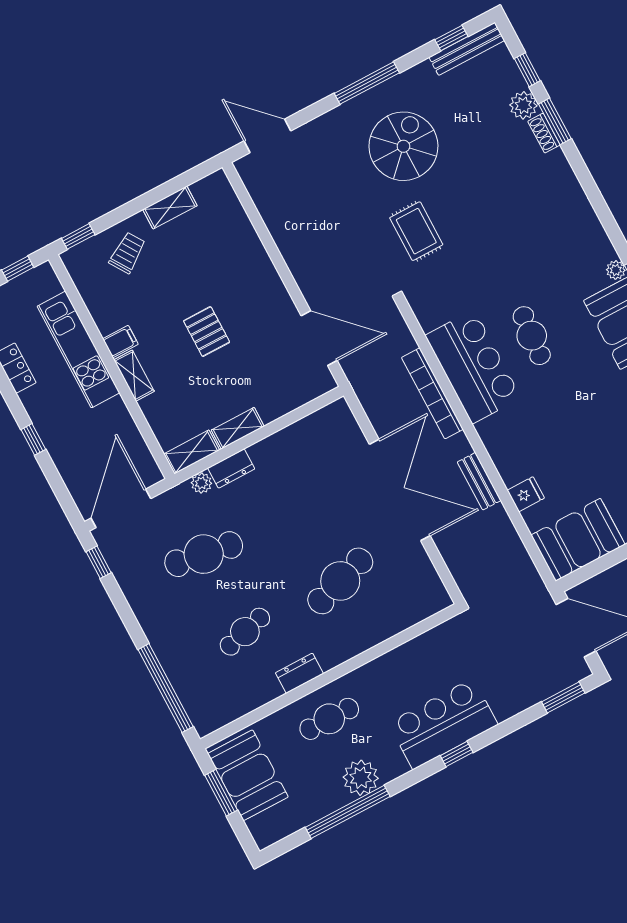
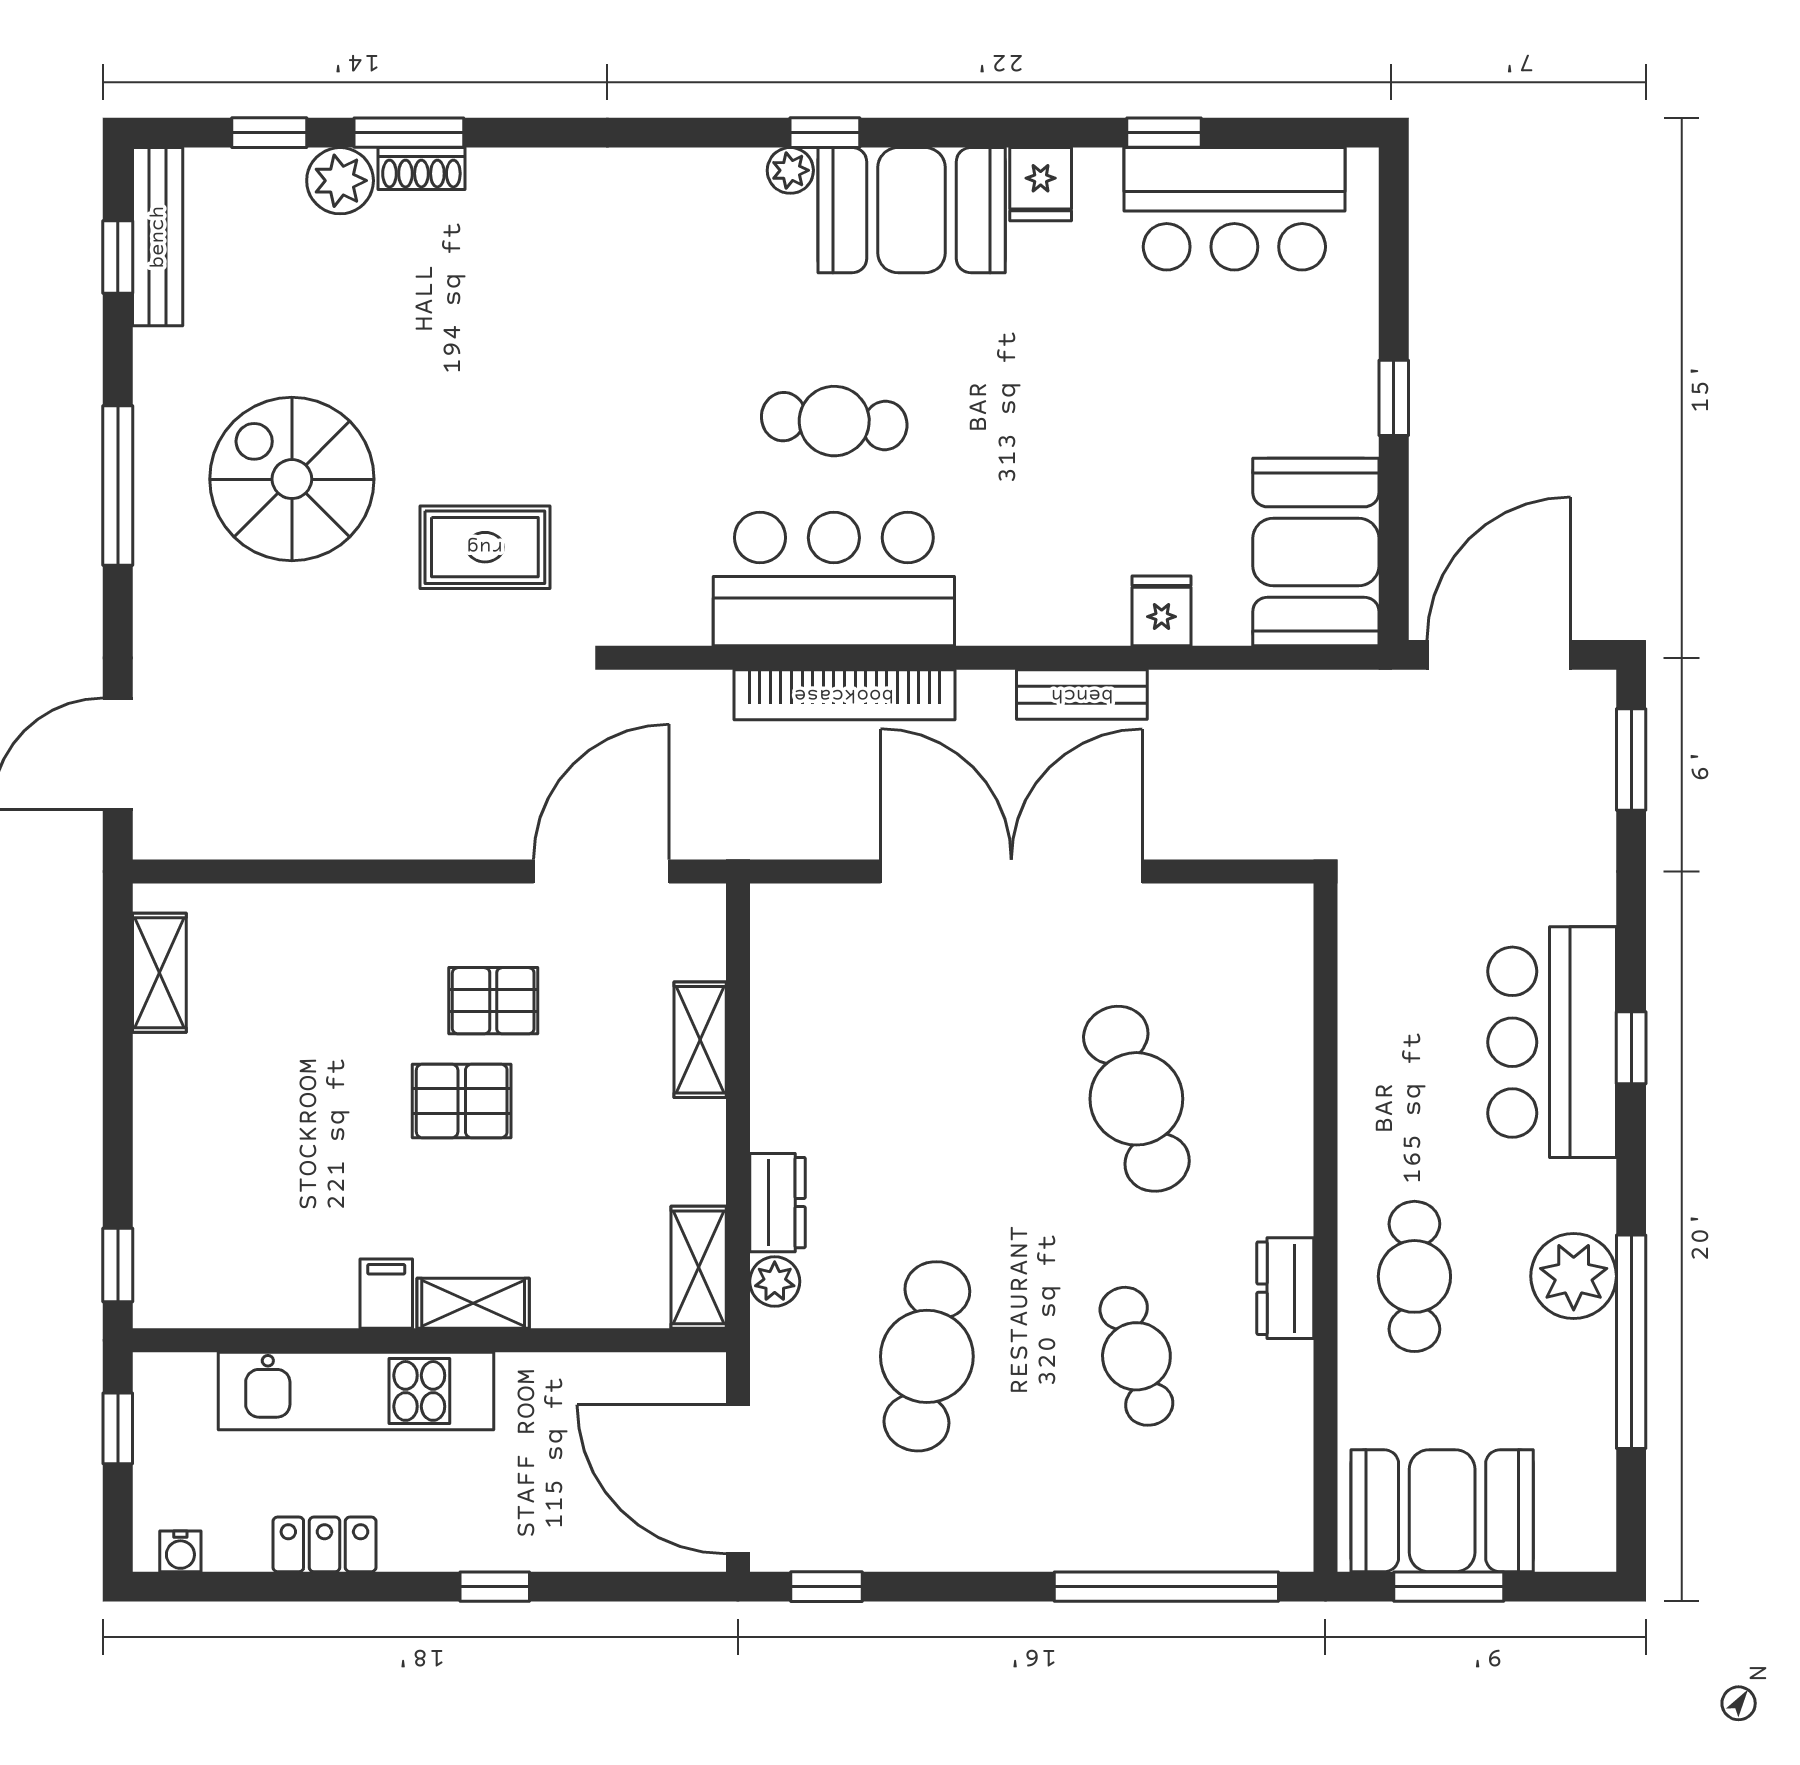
shelving: (170, 208) -> (159, 973), moved
trolley: (127, 253) -> (207, 1180), removed
pallet: (250, 323) -> (493, 1001), added
shelving: (238, 428) -> (700, 1040), moved

